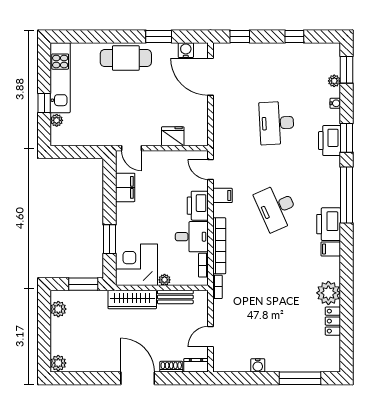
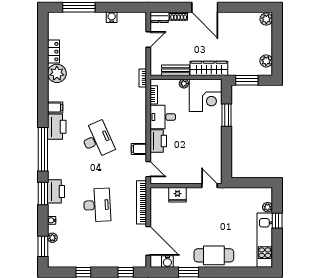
filing cabinet: (125, 187) -> (214, 155), removed
bookcase: (219, 246) -> (142, 202), moved

